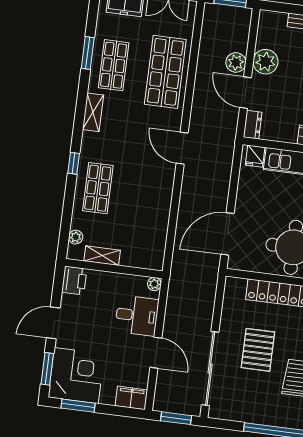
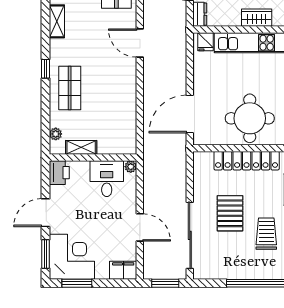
desk: (137, 316) -> (107, 179), moved, turned -90

